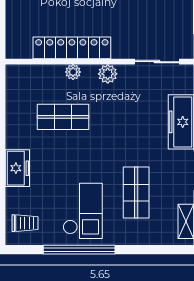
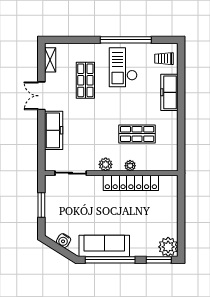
freezer: (17, 168) -> (169, 92), width x1.40

